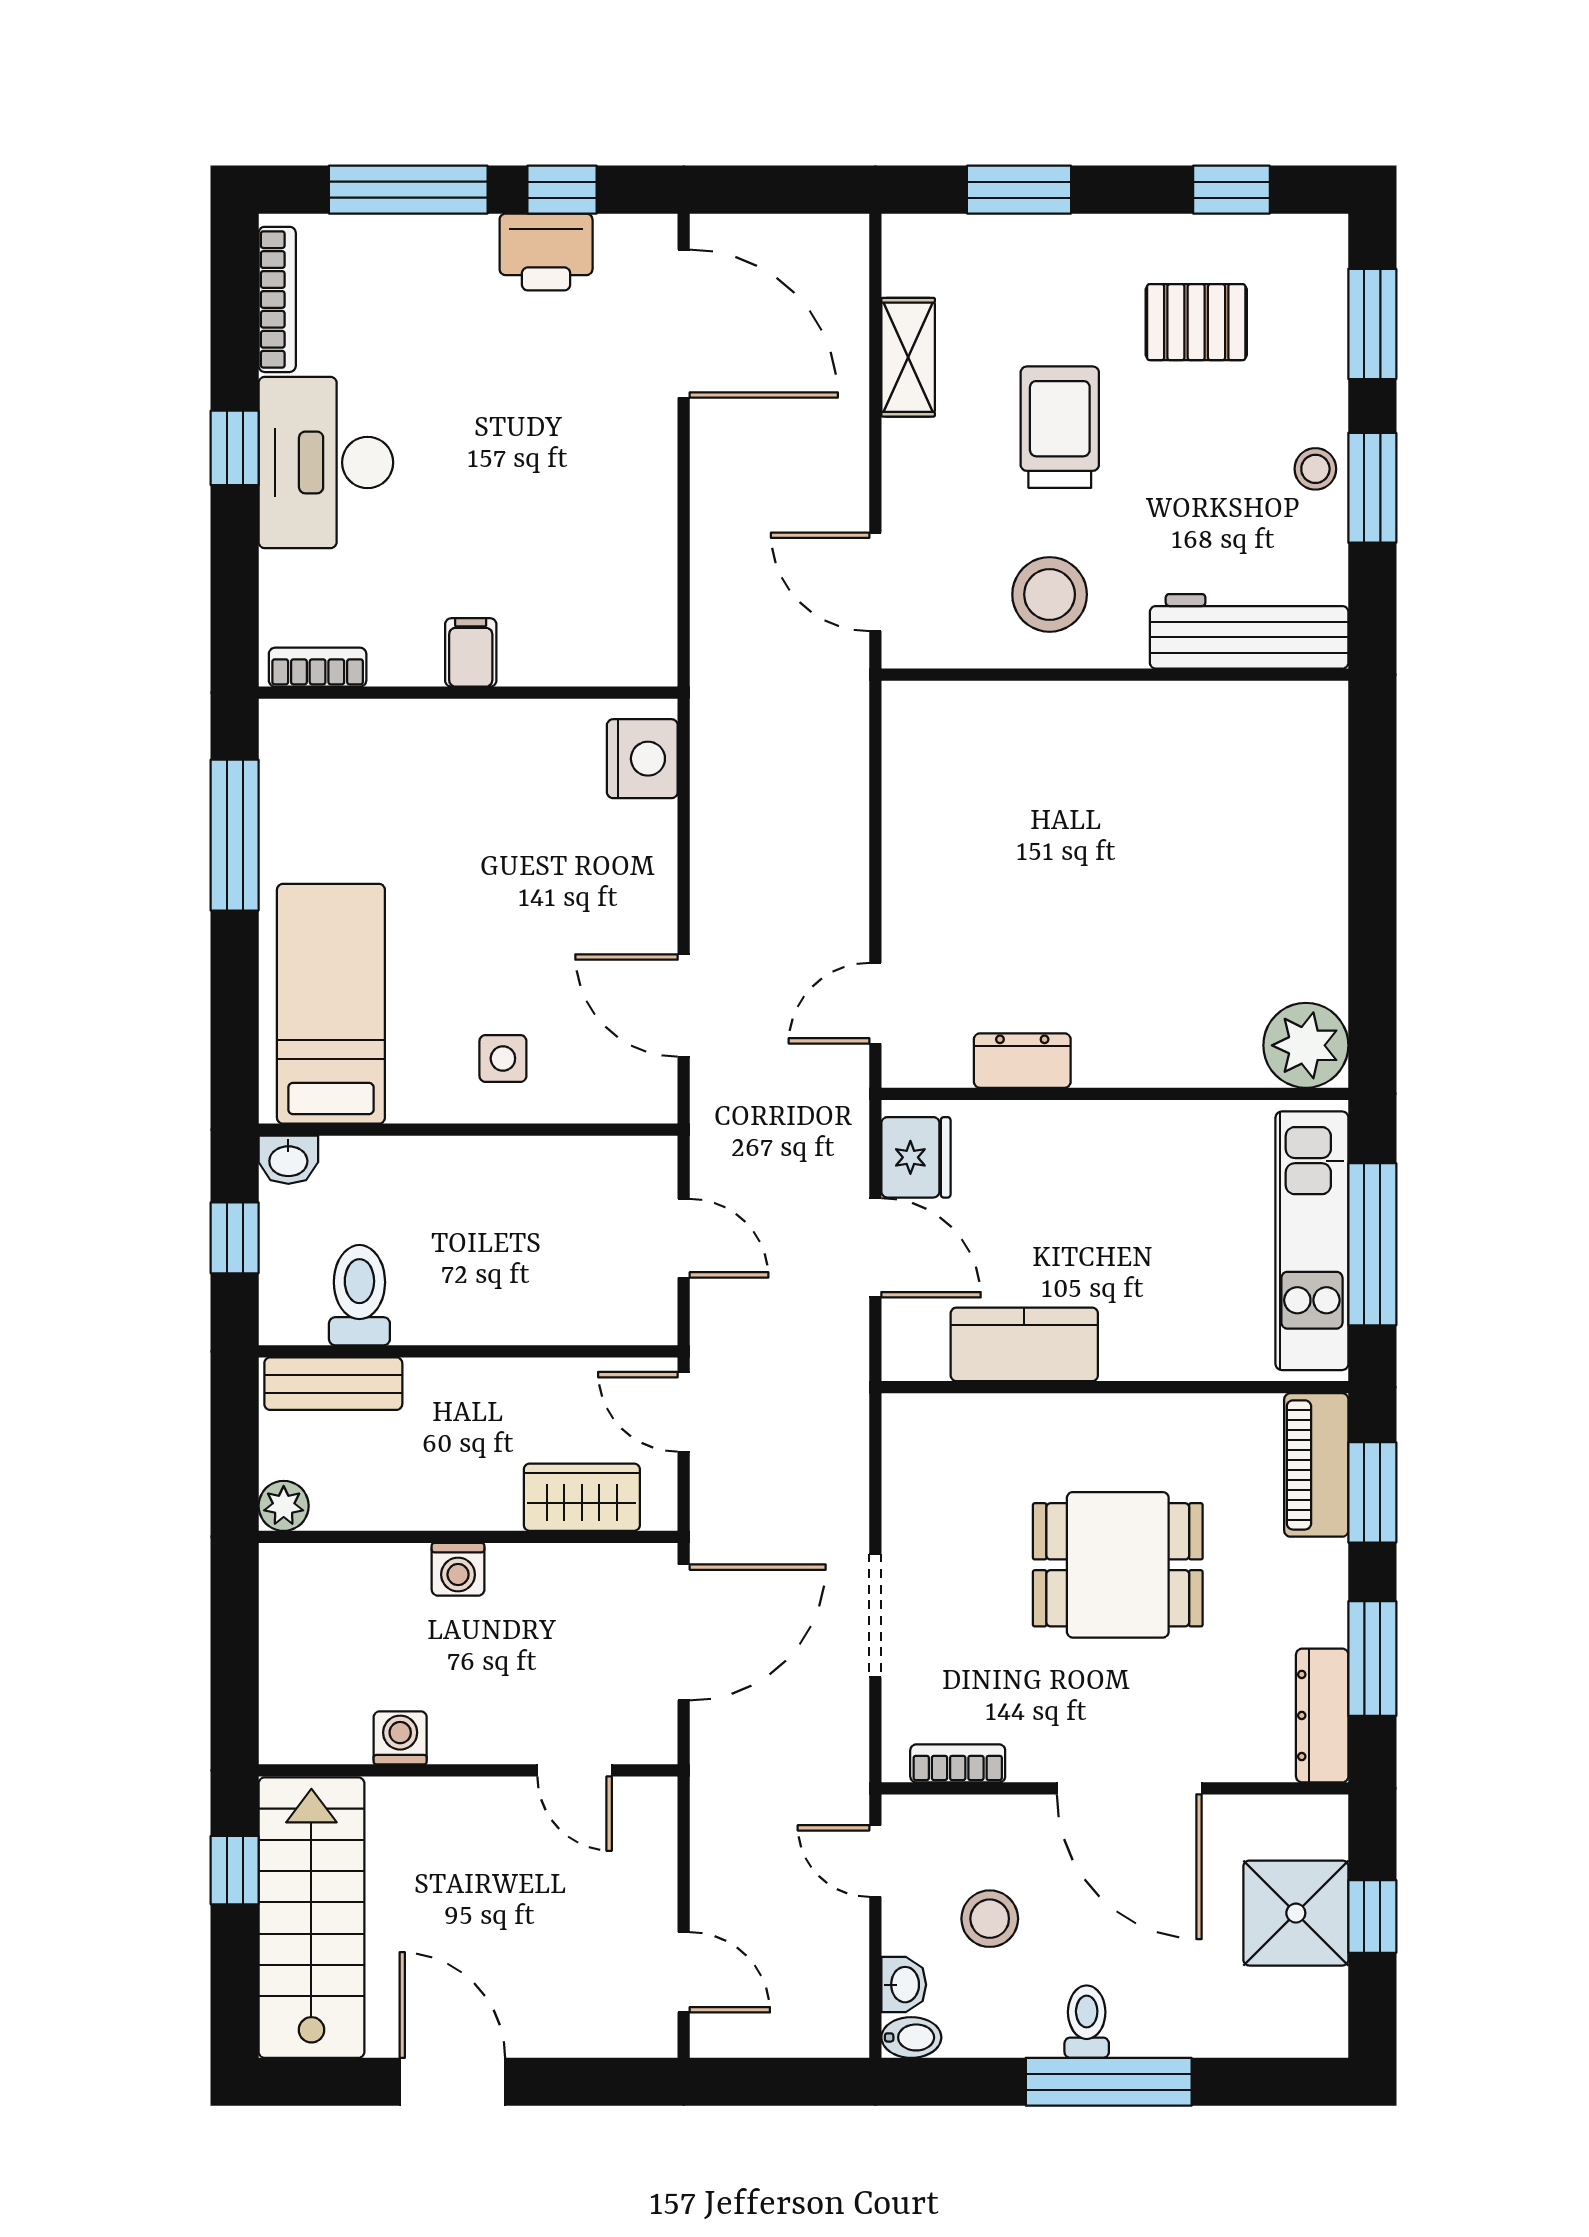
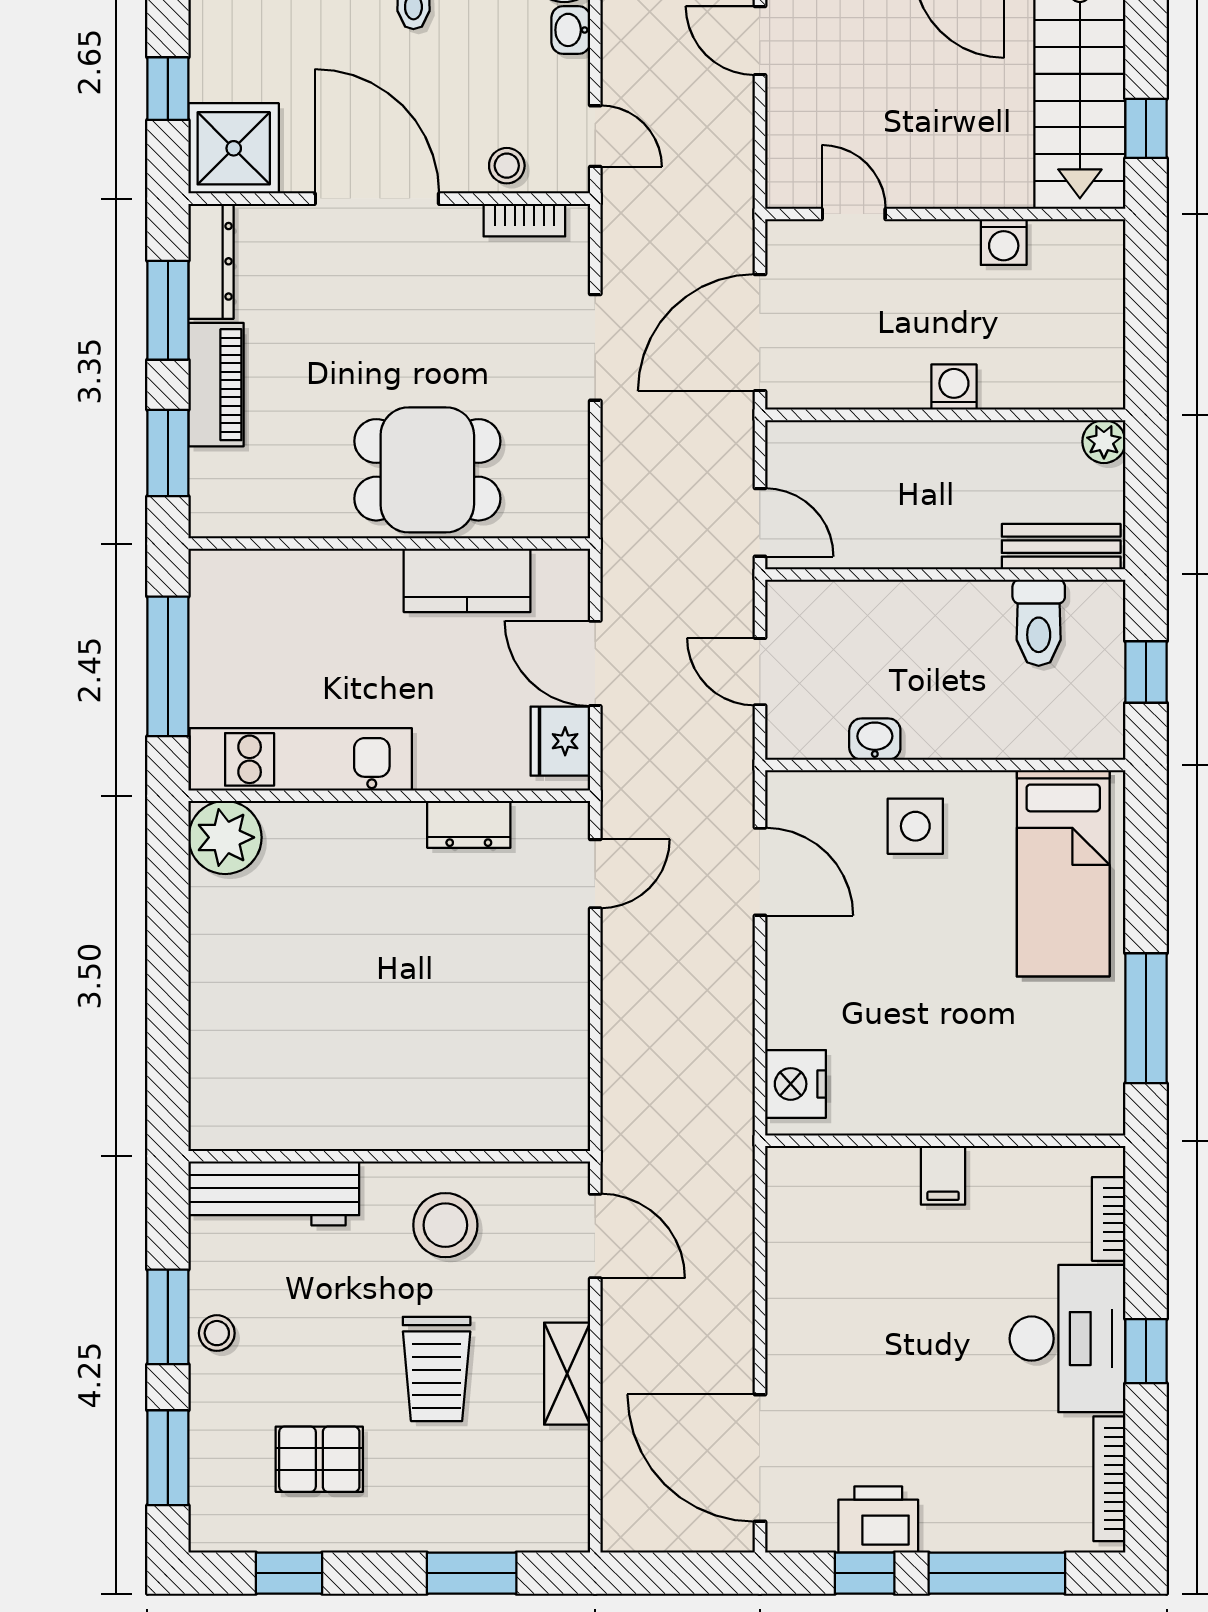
shelving: (908, 357) -> (567, 1374), moved
bookcase: (318, 667) -> (1109, 1219), moved, turned 90
side table: (503, 1058) -> (915, 826), width x1.37, depth x1.37
washbasin: (288, 1160) -> (875, 739), moved
kitchen unit: (1312, 1241) -> (301, 759), moved, turned -90
piano: (1316, 1465) -> (216, 385), moved
wardrobe: (582, 1497) -> (847, 449), removed
dining table: (1118, 1565) -> (427, 470), moved
shower: (1296, 1913) -> (234, 148), moved
stool: (990, 1919) -> (507, 166), moved, width x0.73, depth x0.73

